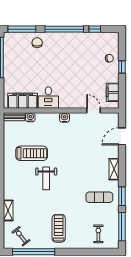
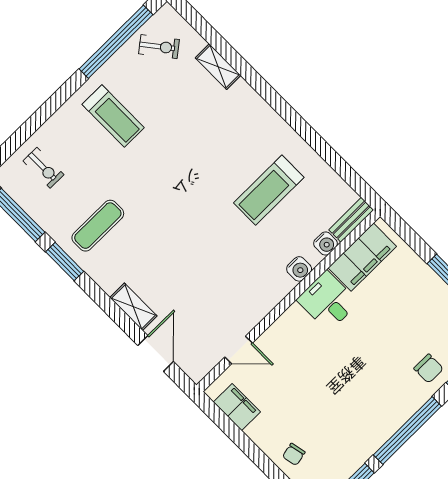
window: (122, 67) -> (261, 460), removed
water cooler: (64, 117) -> (299, 269), moved
shelving: (114, 169) -> (133, 307), moved
weight bench: (46, 178) -> (208, 174), removed

